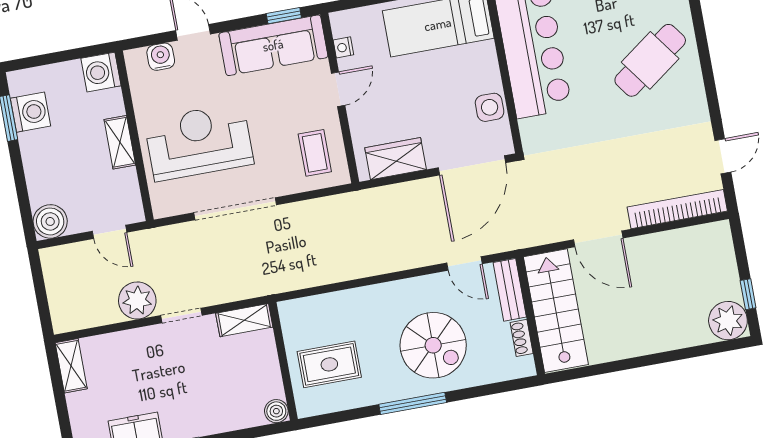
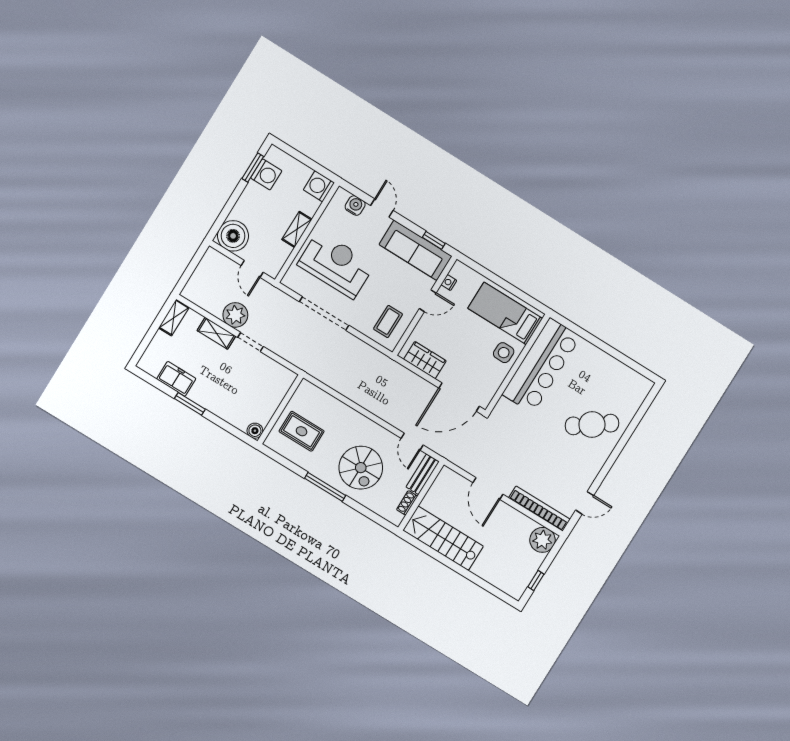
side table: (490, 107) -> (504, 353), moved
boiler: (50, 221) -> (233, 236), width x1.37, depth x1.37
stairs: (556, 311) -> (443, 538), moved, turned -90
shelving: (244, 320) -> (216, 333), moved
plant: (728, 321) -> (542, 540), moved

